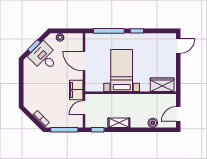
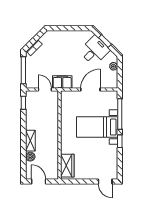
bed with nightstands: (122, 70) -> (97, 127), moved, turned 180
shelving: (119, 123) -> (30, 141), moved

